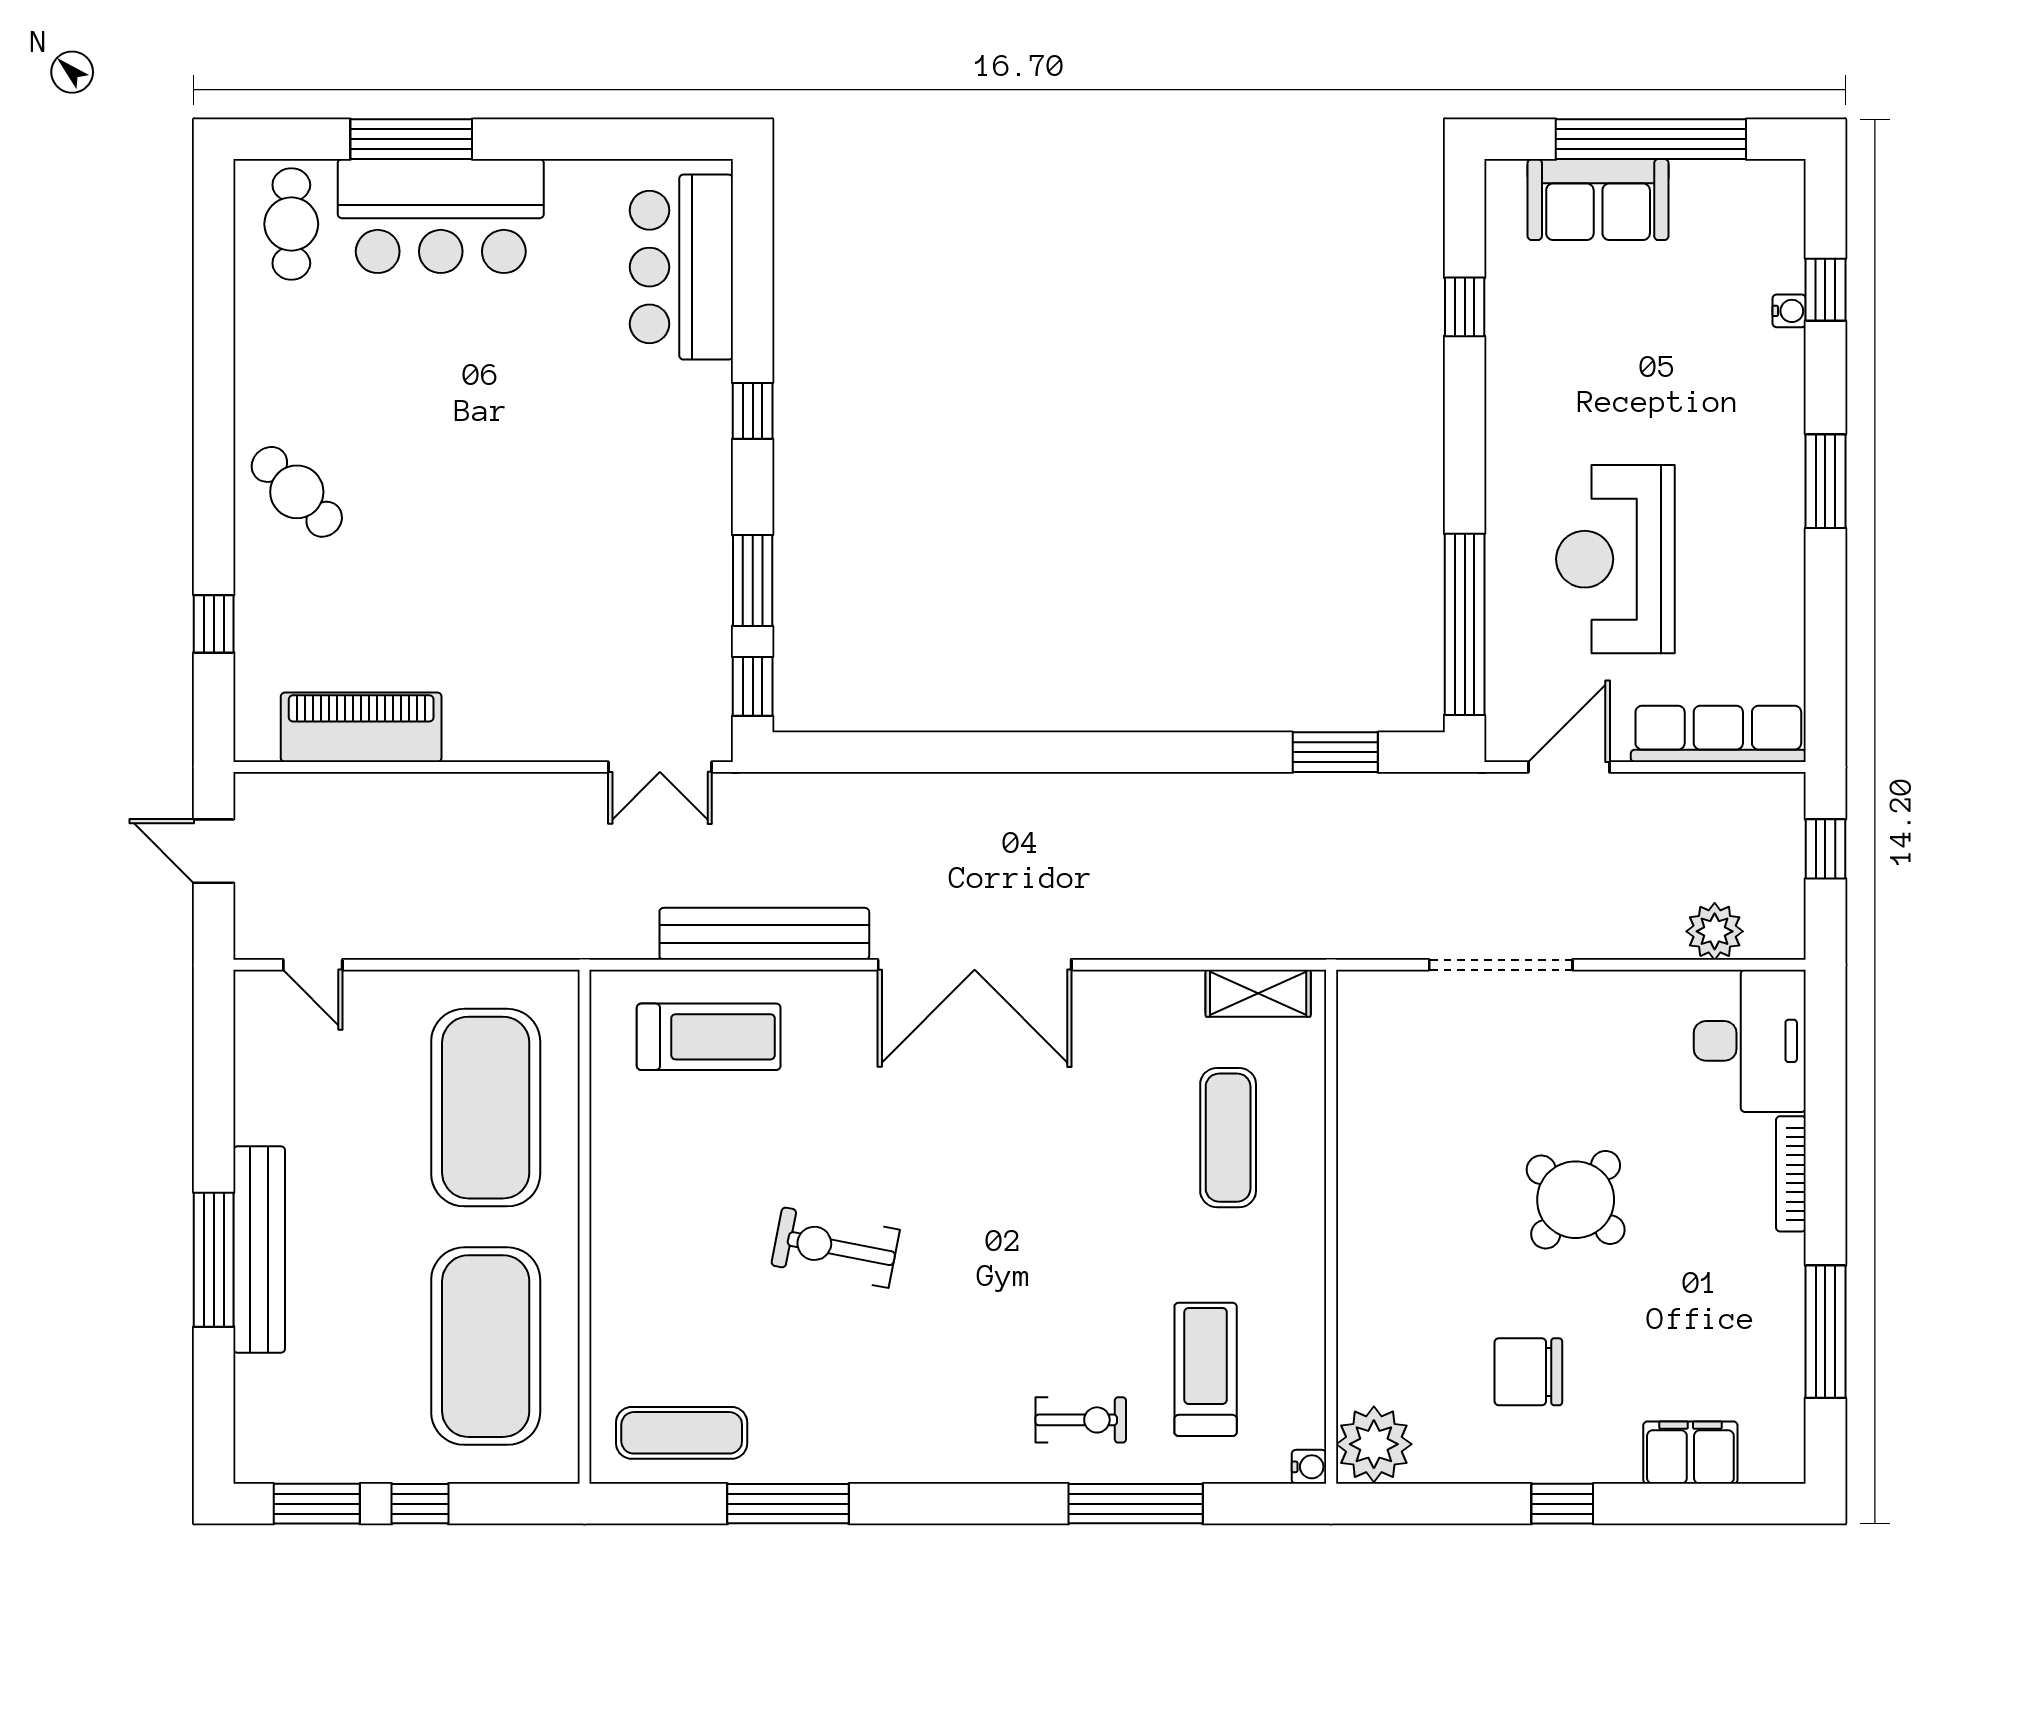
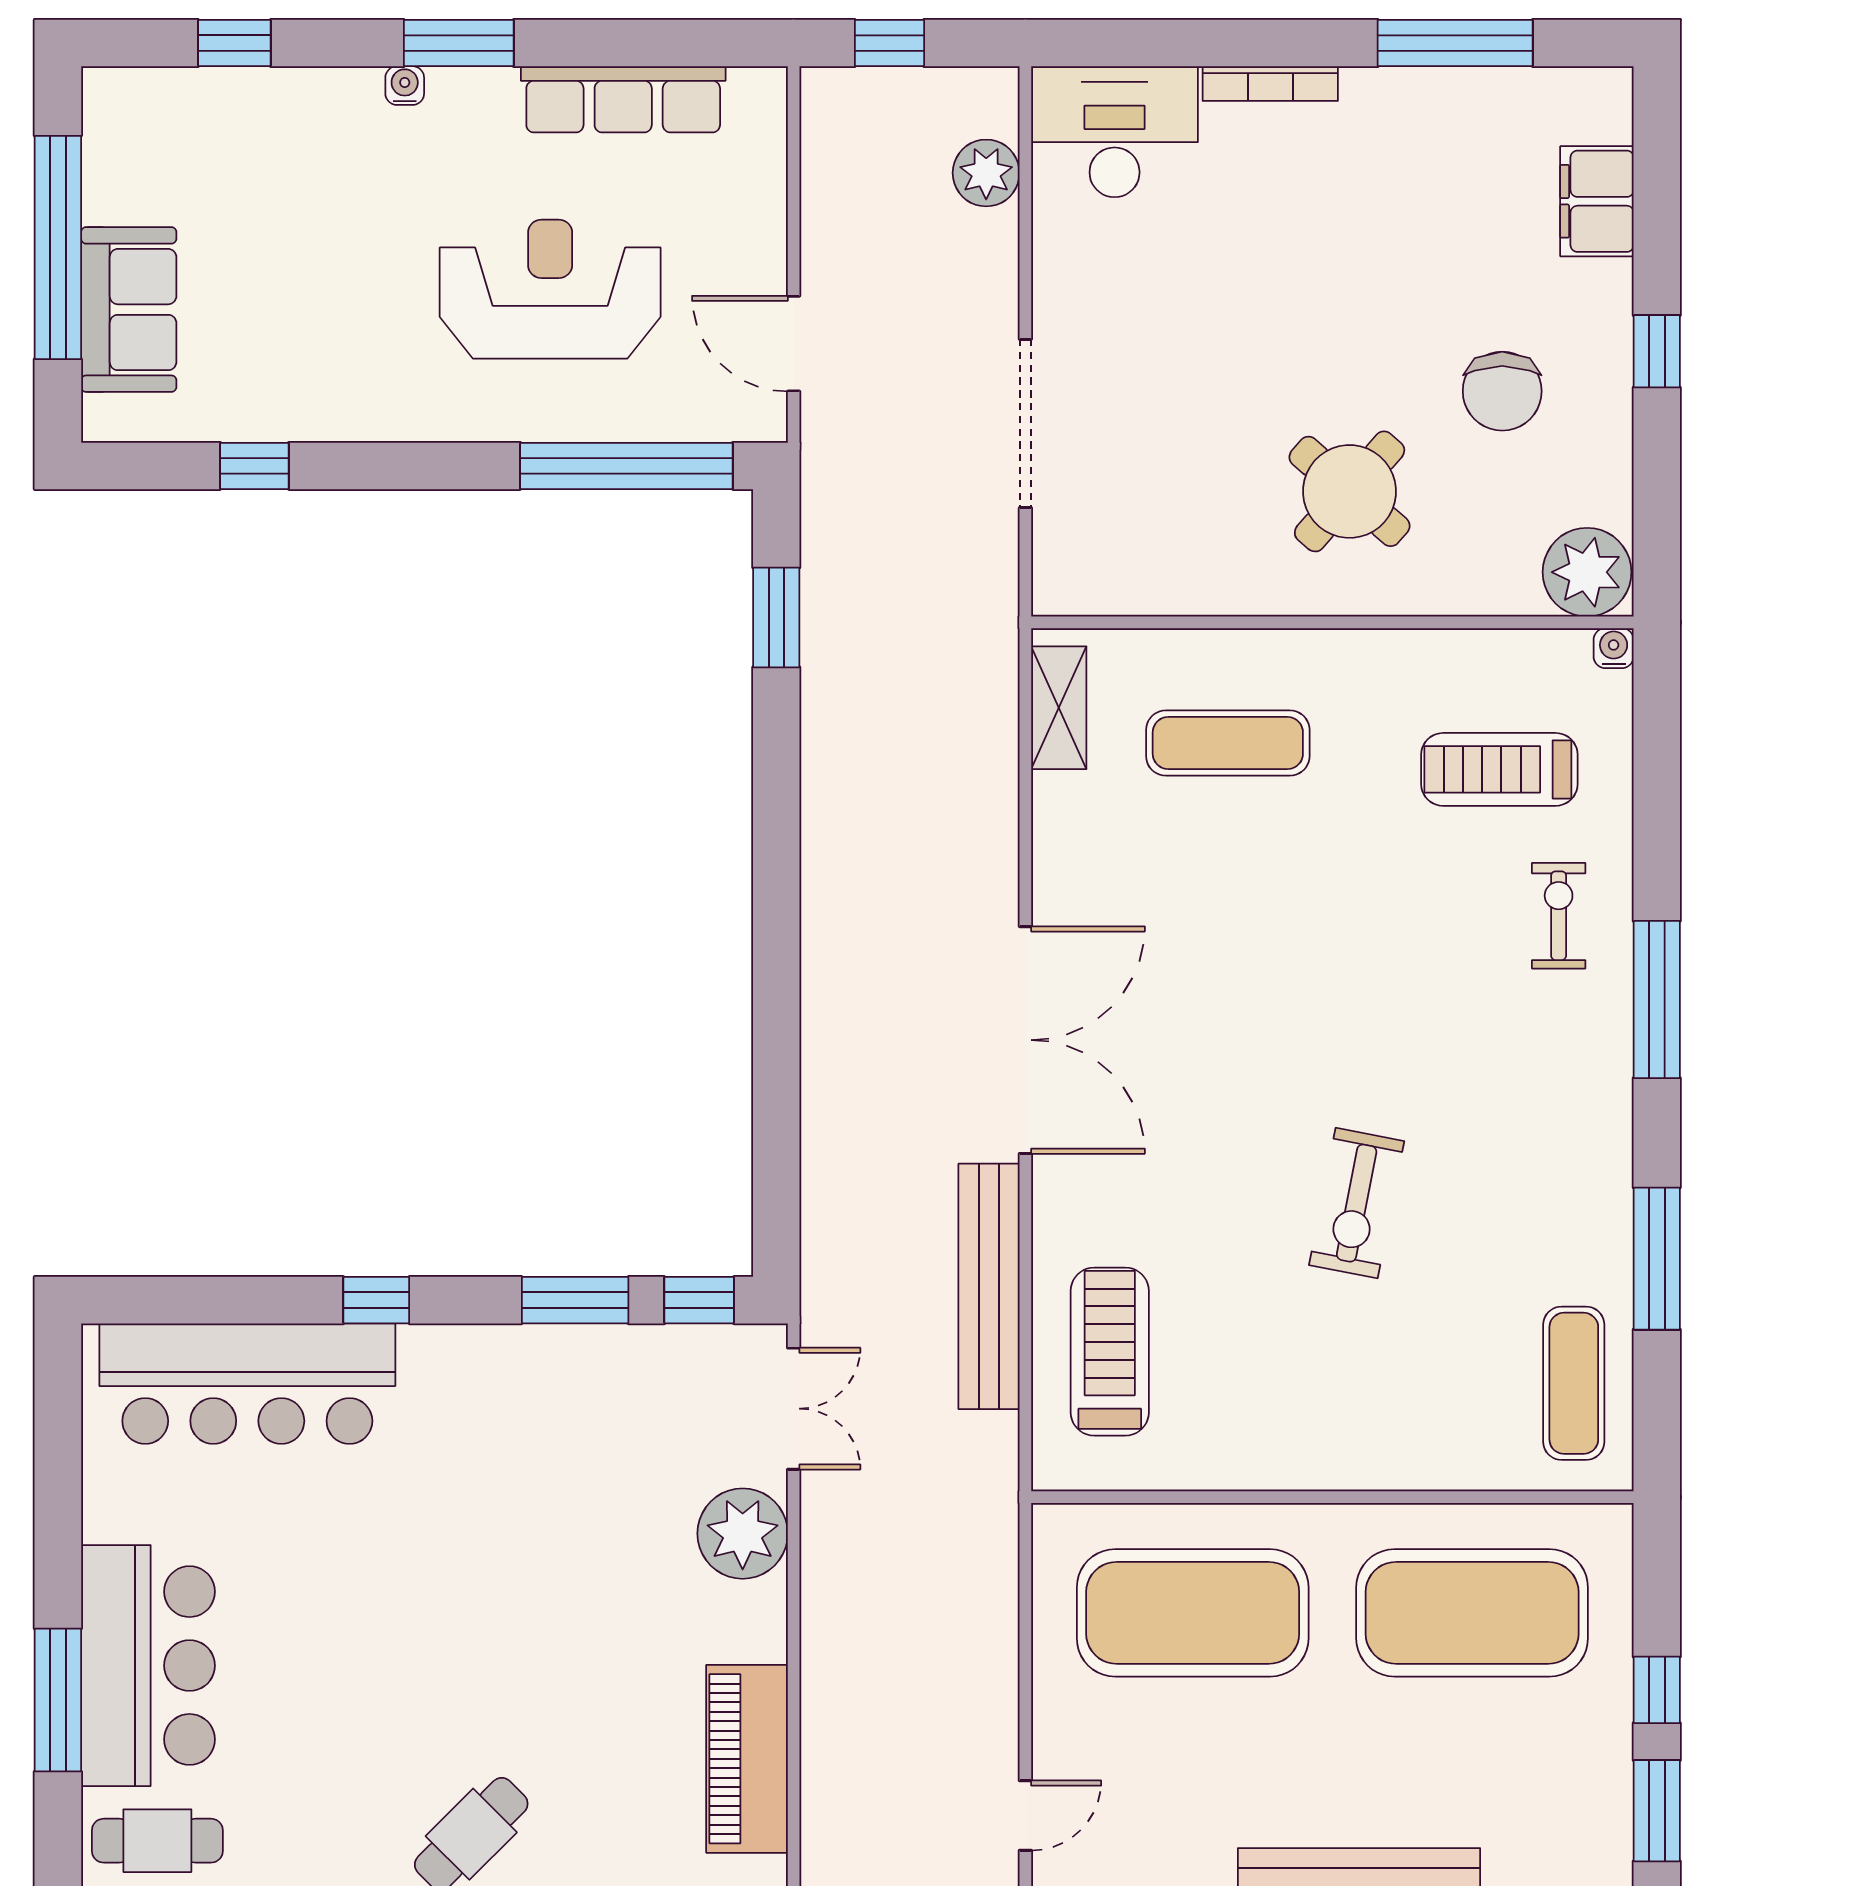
bar counter: (681, 267) -> (247, 1384), width x1.36
water cooler: (1789, 311) -> (405, 86), moved
reception desk: (1615, 559) -> (550, 289), turned 180
plant: (553, 723) -> (743, 1534), added
row of seats: (1718, 734) -> (623, 99), moved, turned -90
round table: (1576, 1200) -> (1350, 491), moved
window: (1136, 1504) -> (1657, 1000), moved

